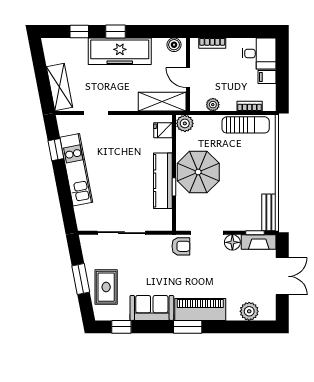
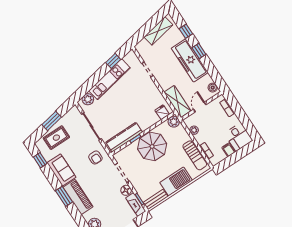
shelving: (59, 87) -> (158, 31), moved
barbecue: (263, 171) -> (176, 181), added
kitchen counter: (163, 181) -> (124, 137), moved
plant: (84, 214) -> (88, 99), added
armchair: (181, 246) -> (95, 158), moved

